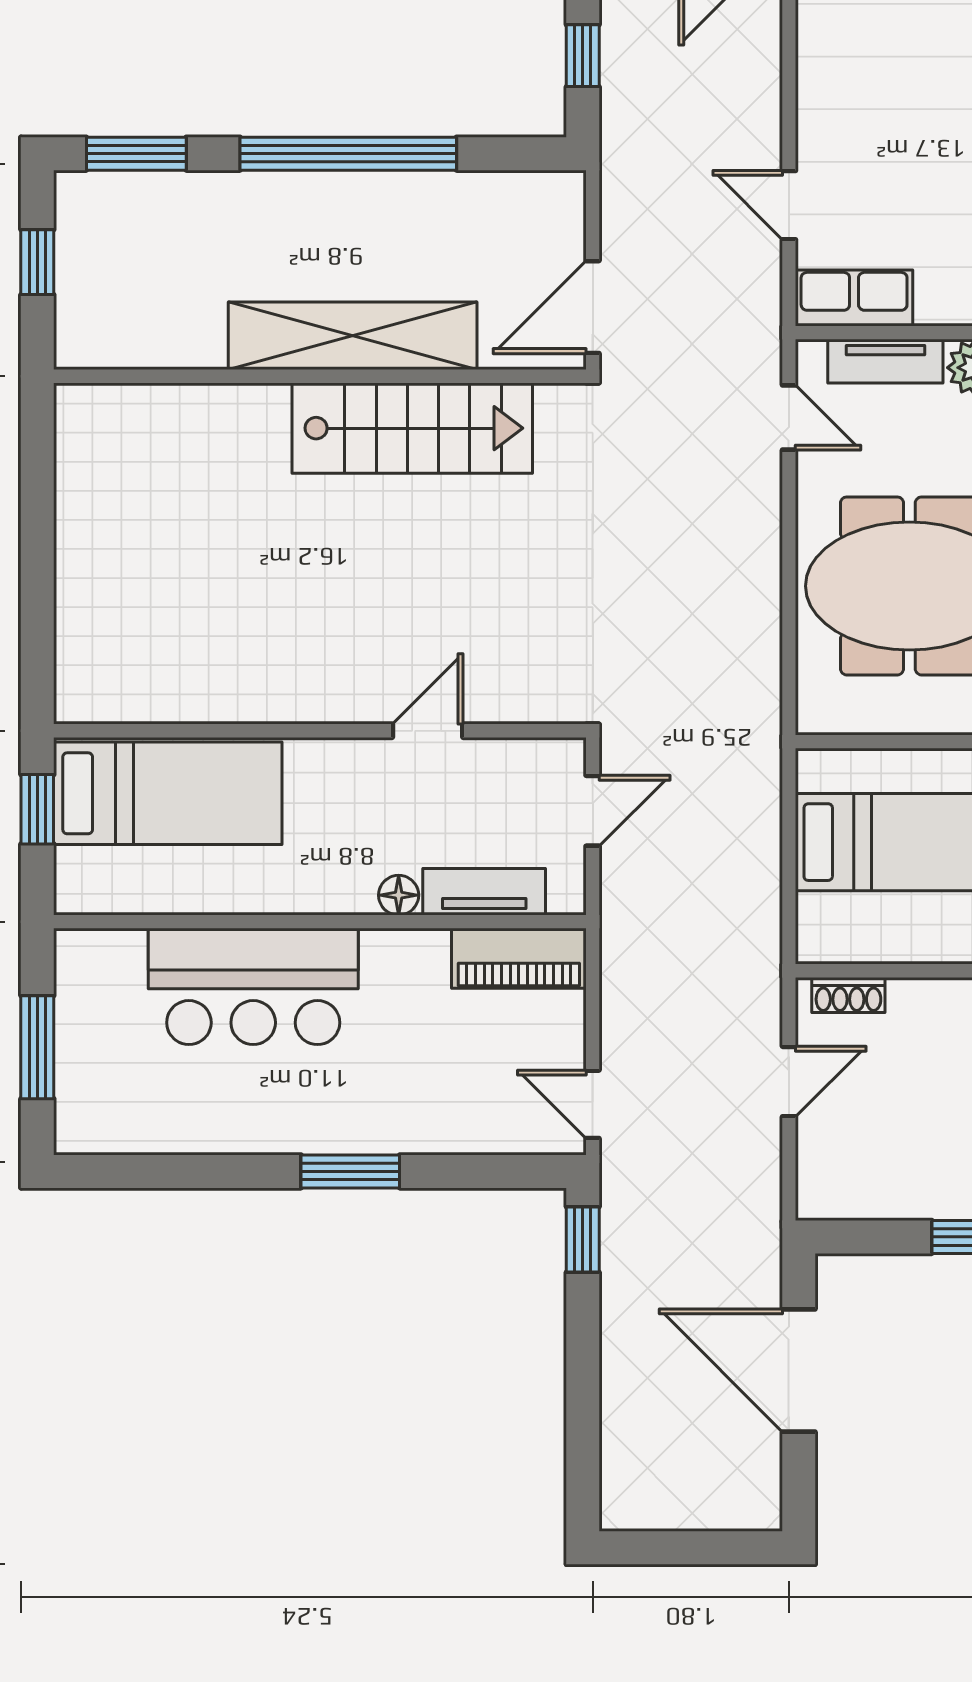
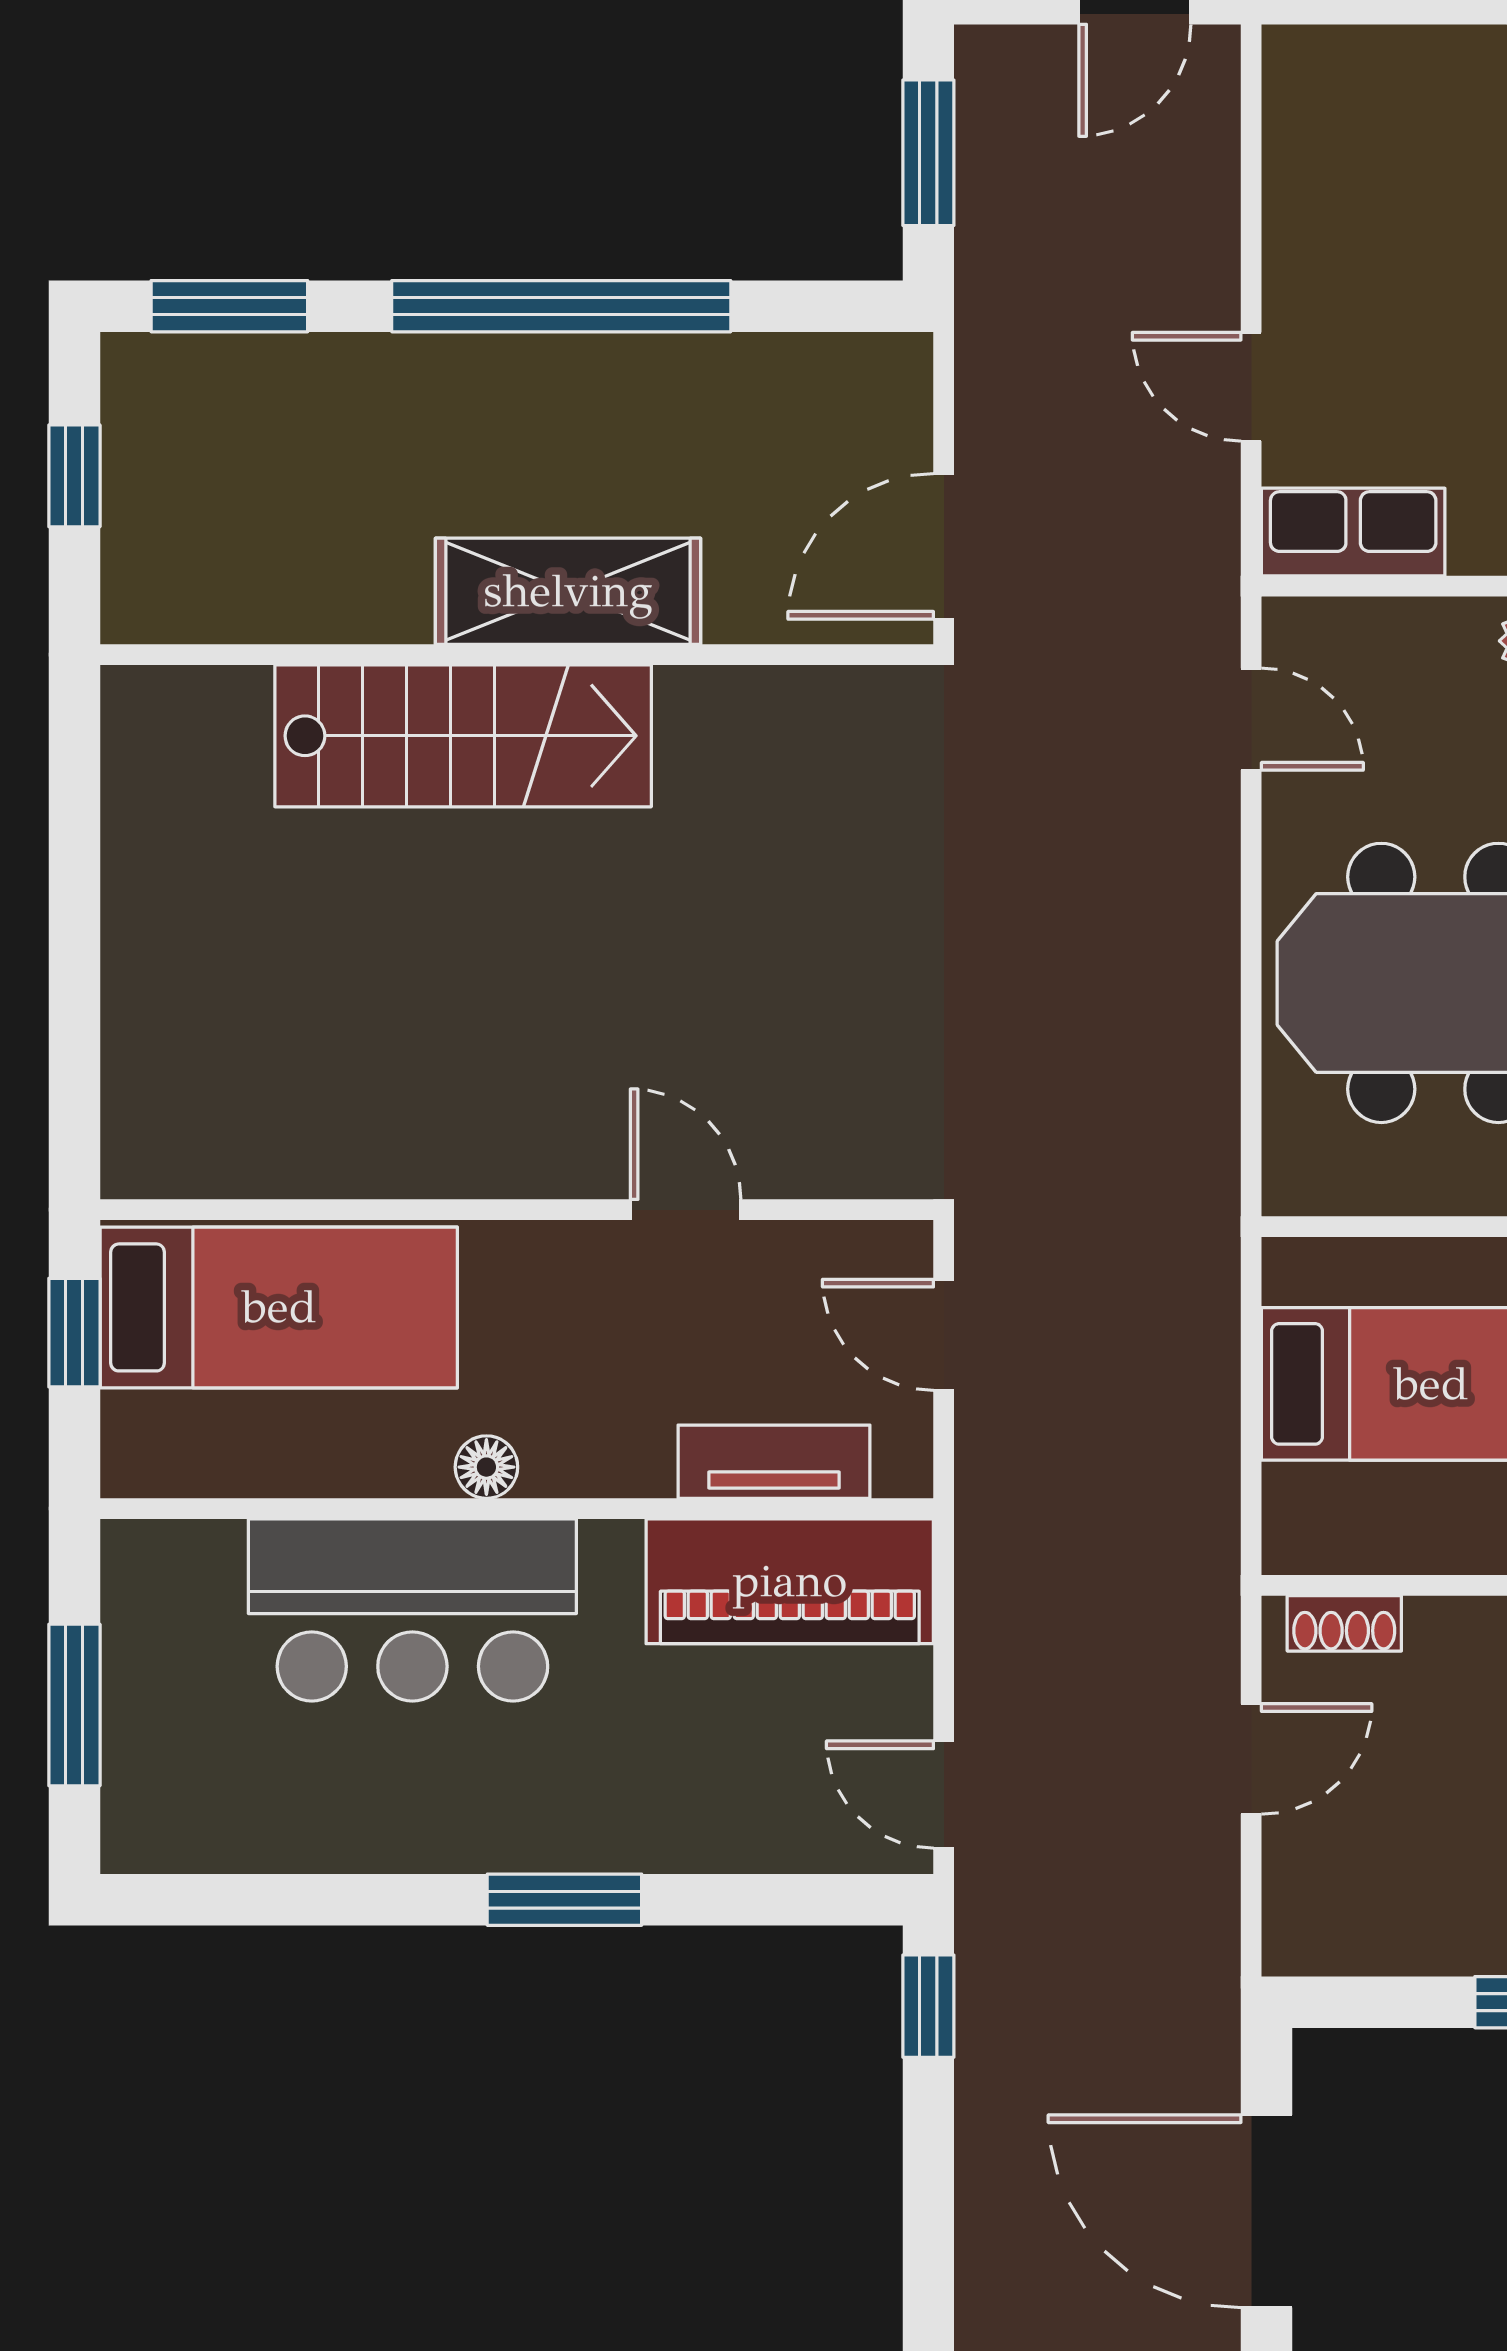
window: (583, 56) -> (928, 153), width x1.50
shelving: (353, 336) -> (568, 591), width x0.68
tv unit: (885, 361) -> (1402, 631), removed
stairs: (412, 428) -> (463, 736), moved
door: (428, 731) -> (686, 1210), hinge flipped
door: (593, 811) -> (944, 1335), swing flipped
floor lamp: (399, 895) -> (486, 1467), moved
piano: (519, 958) -> (790, 1581), width x1.37, depth x1.33

